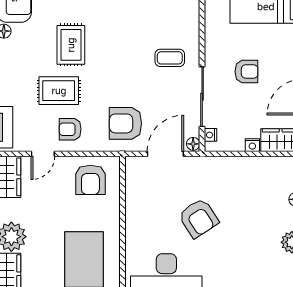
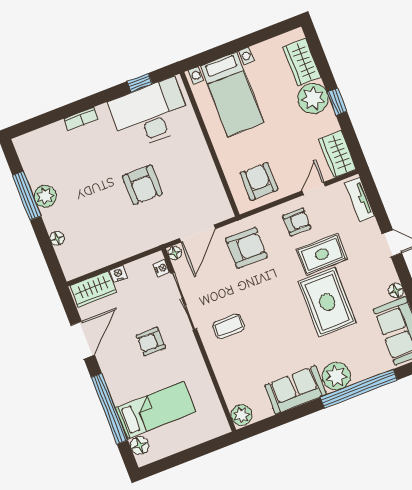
rug: (71, 45) -> (327, 302), width x1.36, depth x1.43
armchair: (199, 218) -> (142, 185), turned -147

